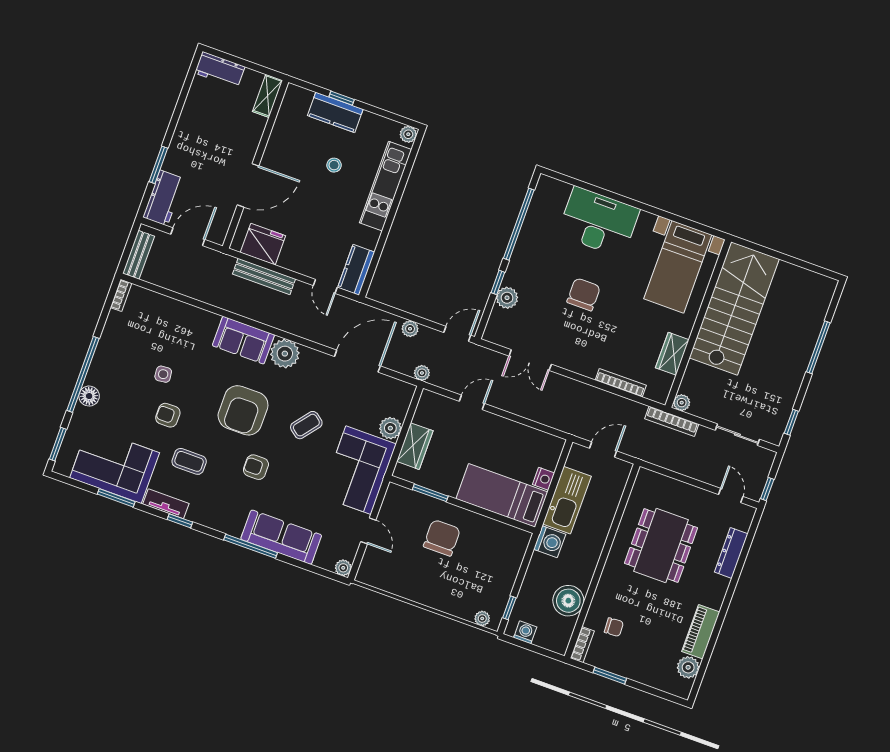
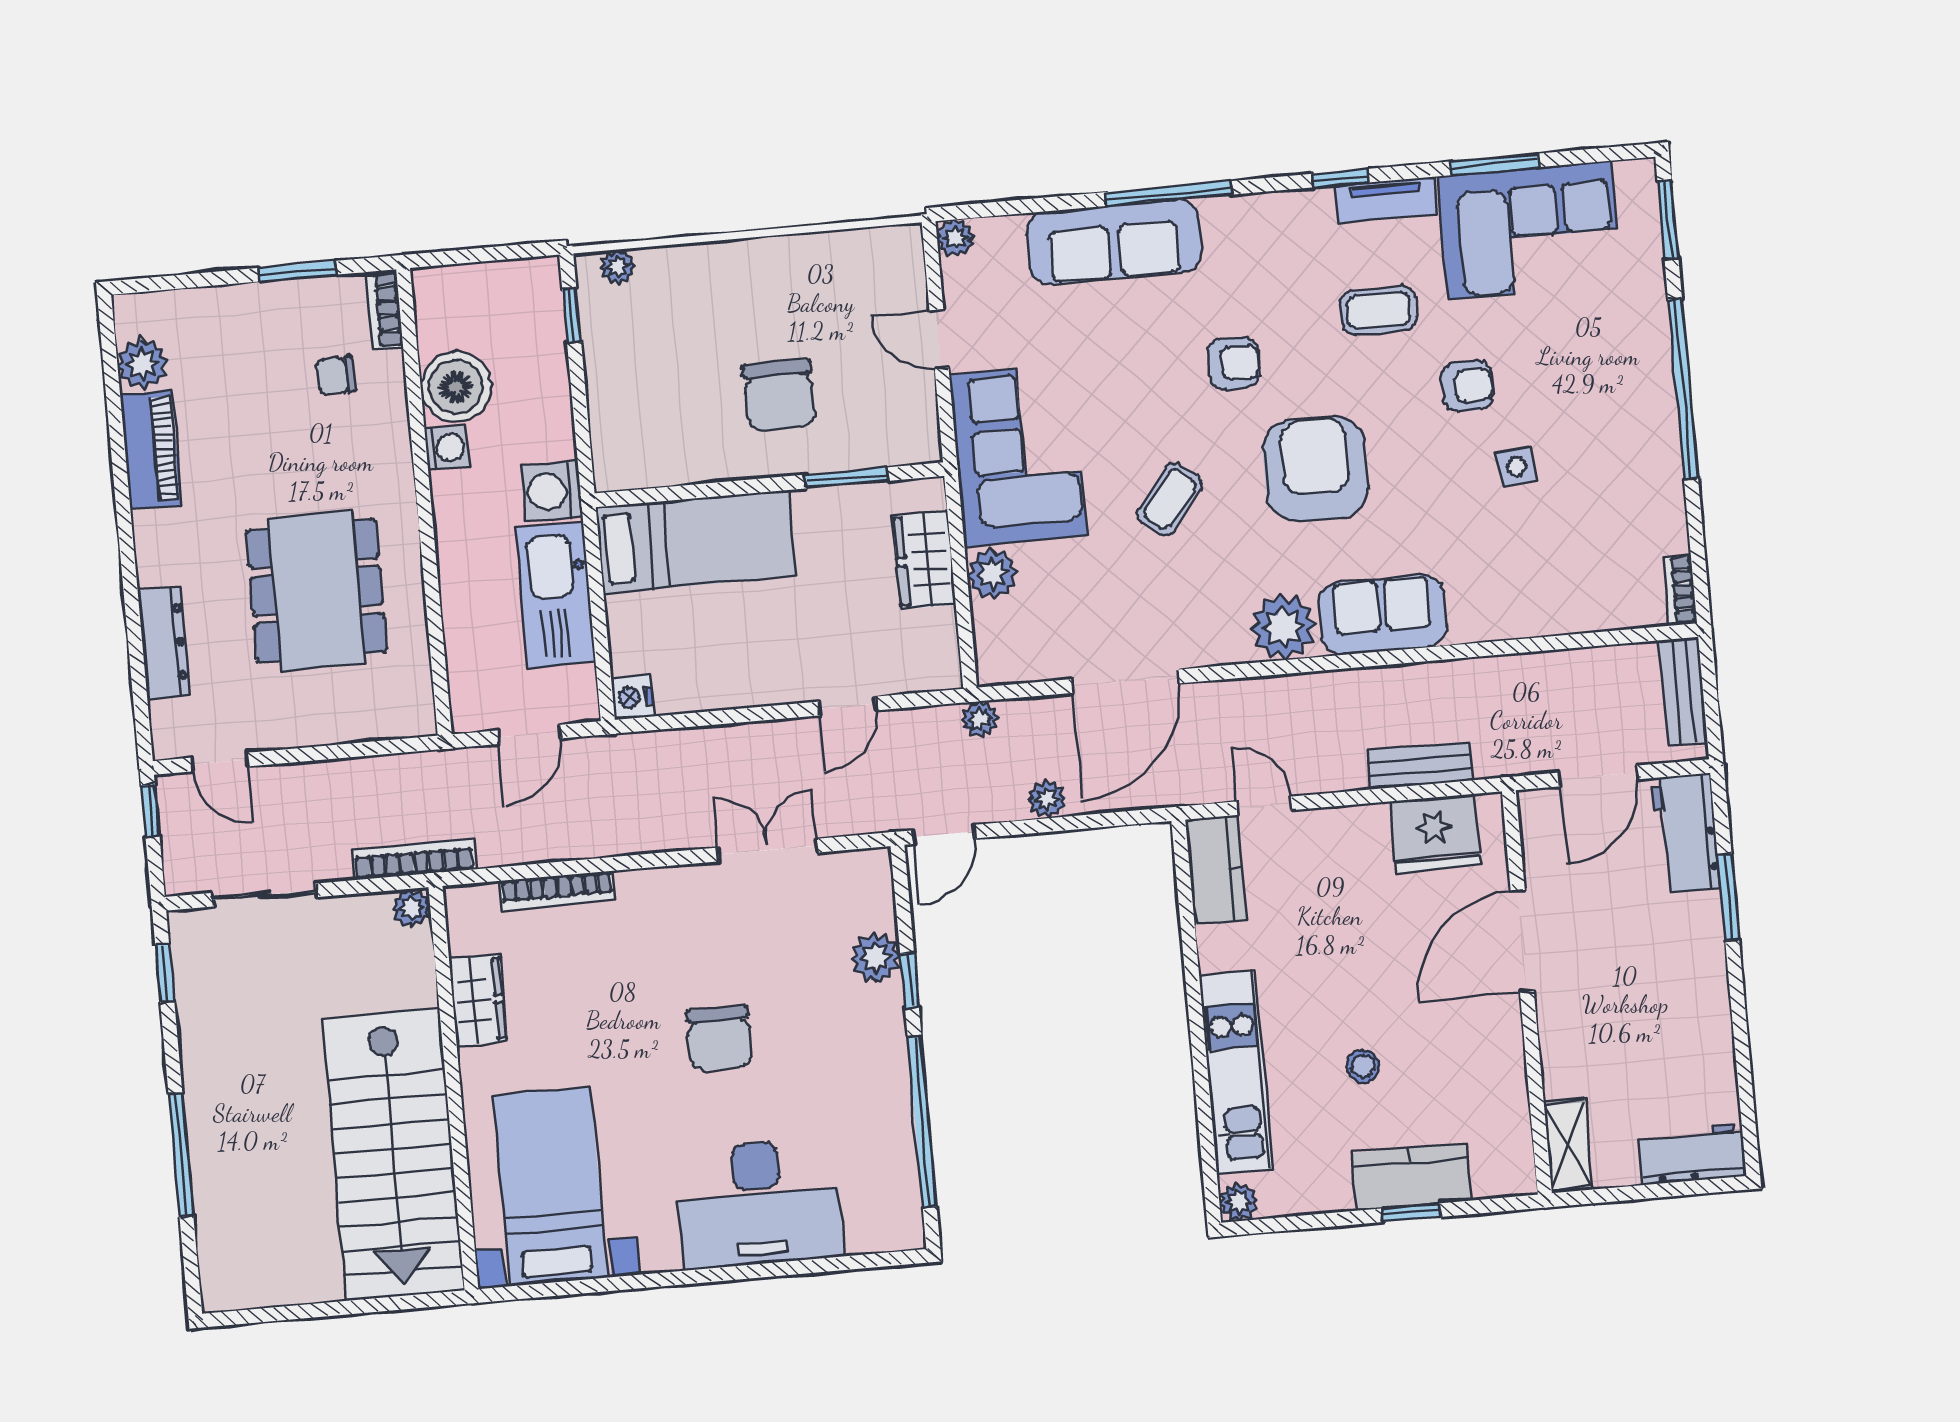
bench: (264, 276) -> (1420, 765), width x0.73
floor lamp: (89, 396) -> (1649, 350), removed
nightstand: (544, 479) -> (632, 697), moved
washing machine: (525, 632) -> (447, 448), moved, turned -90

